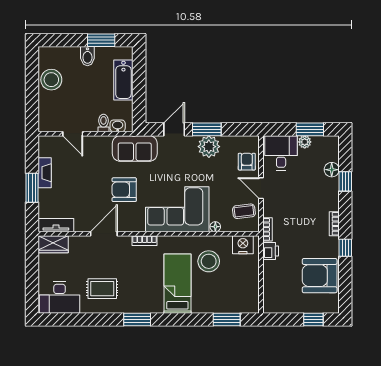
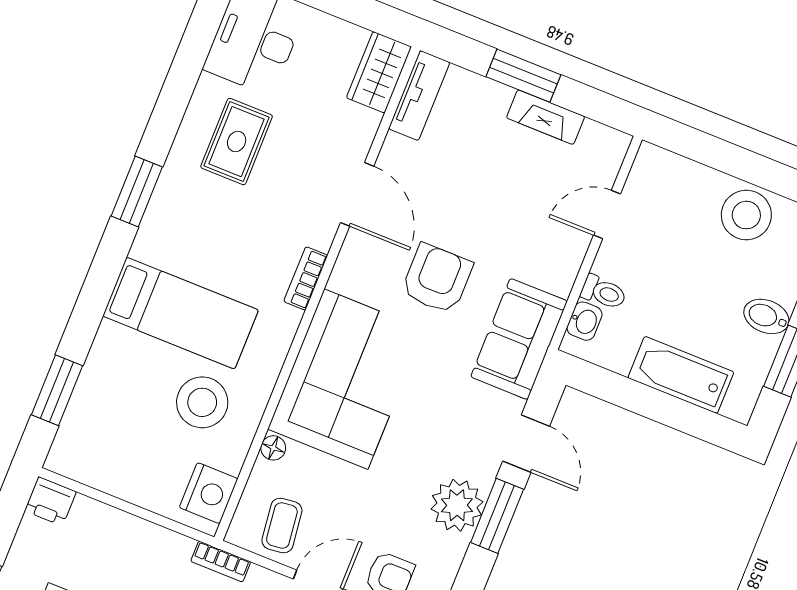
printer: (271, 251) -> (50, 501), moved

